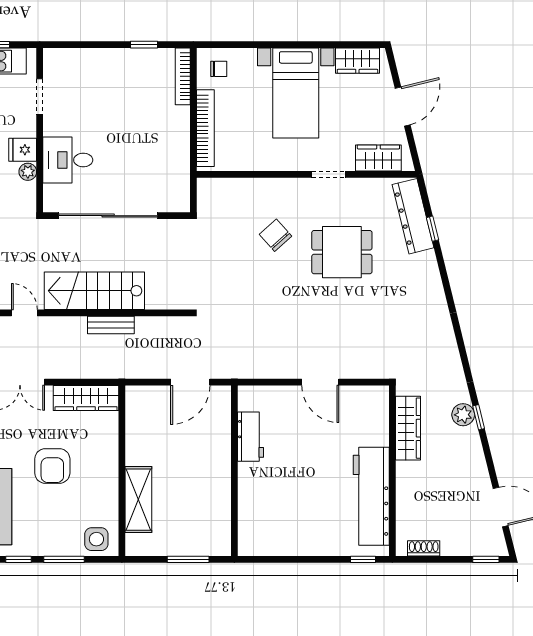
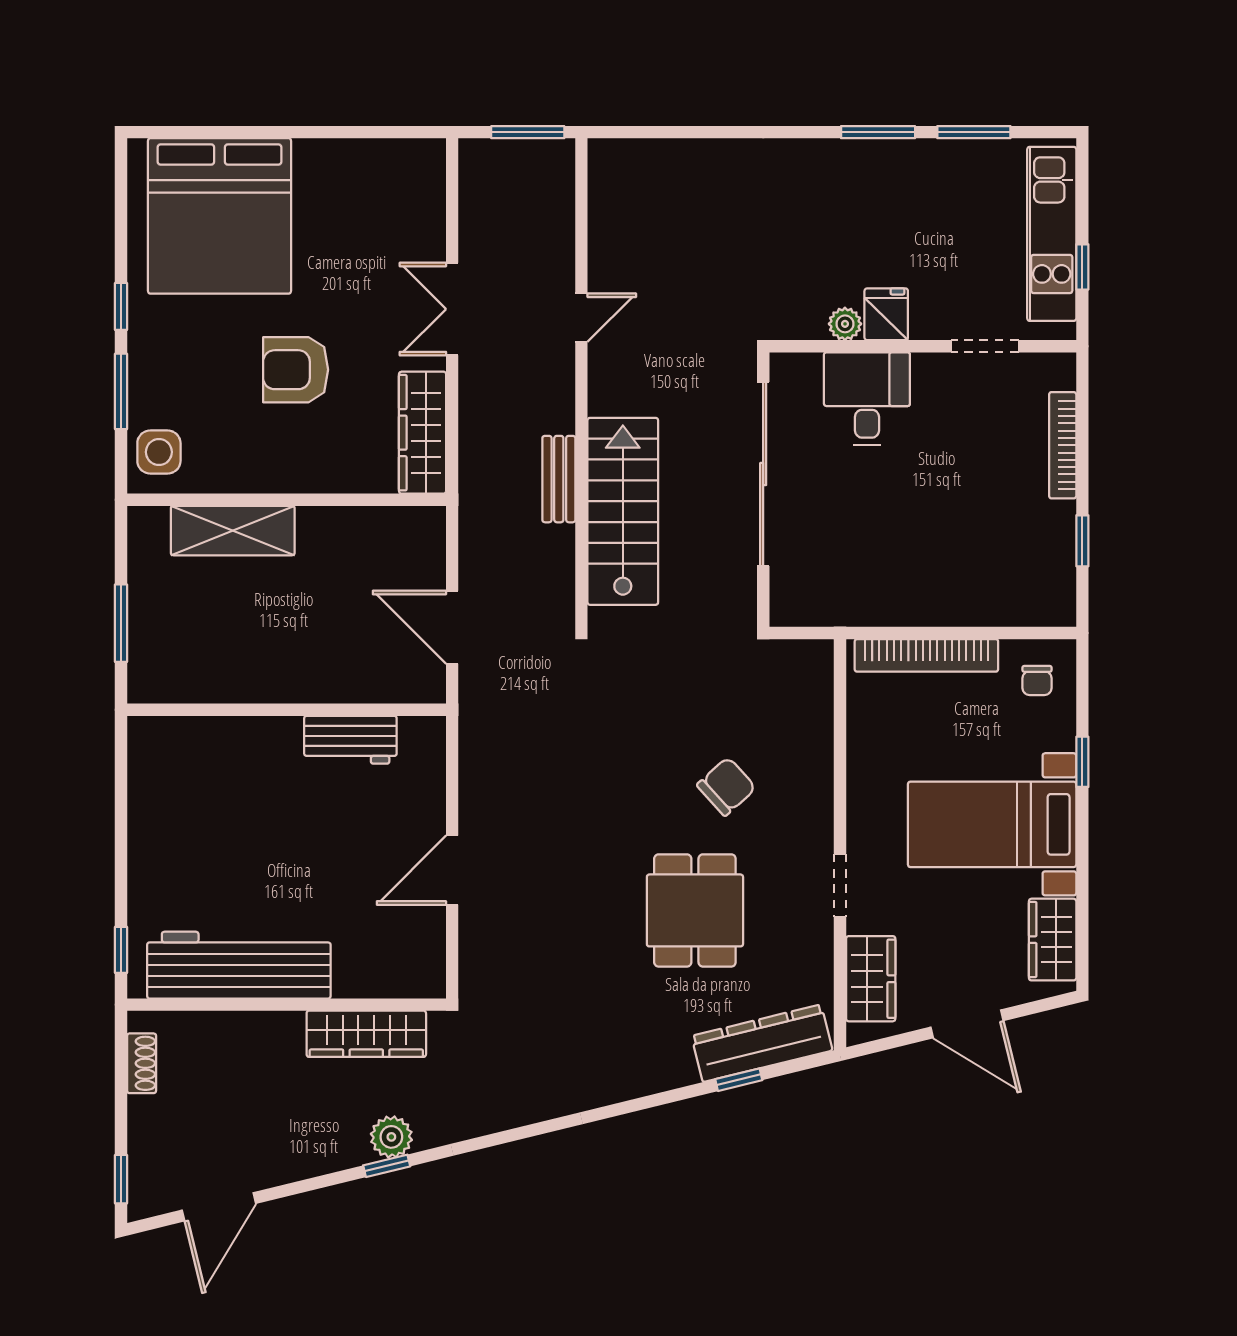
window: (262, 45) -> (1082, 762), added
bookcase: (183, 76) -> (1063, 445), moved, turned -90
stairs: (94, 291) -> (623, 511), moved

